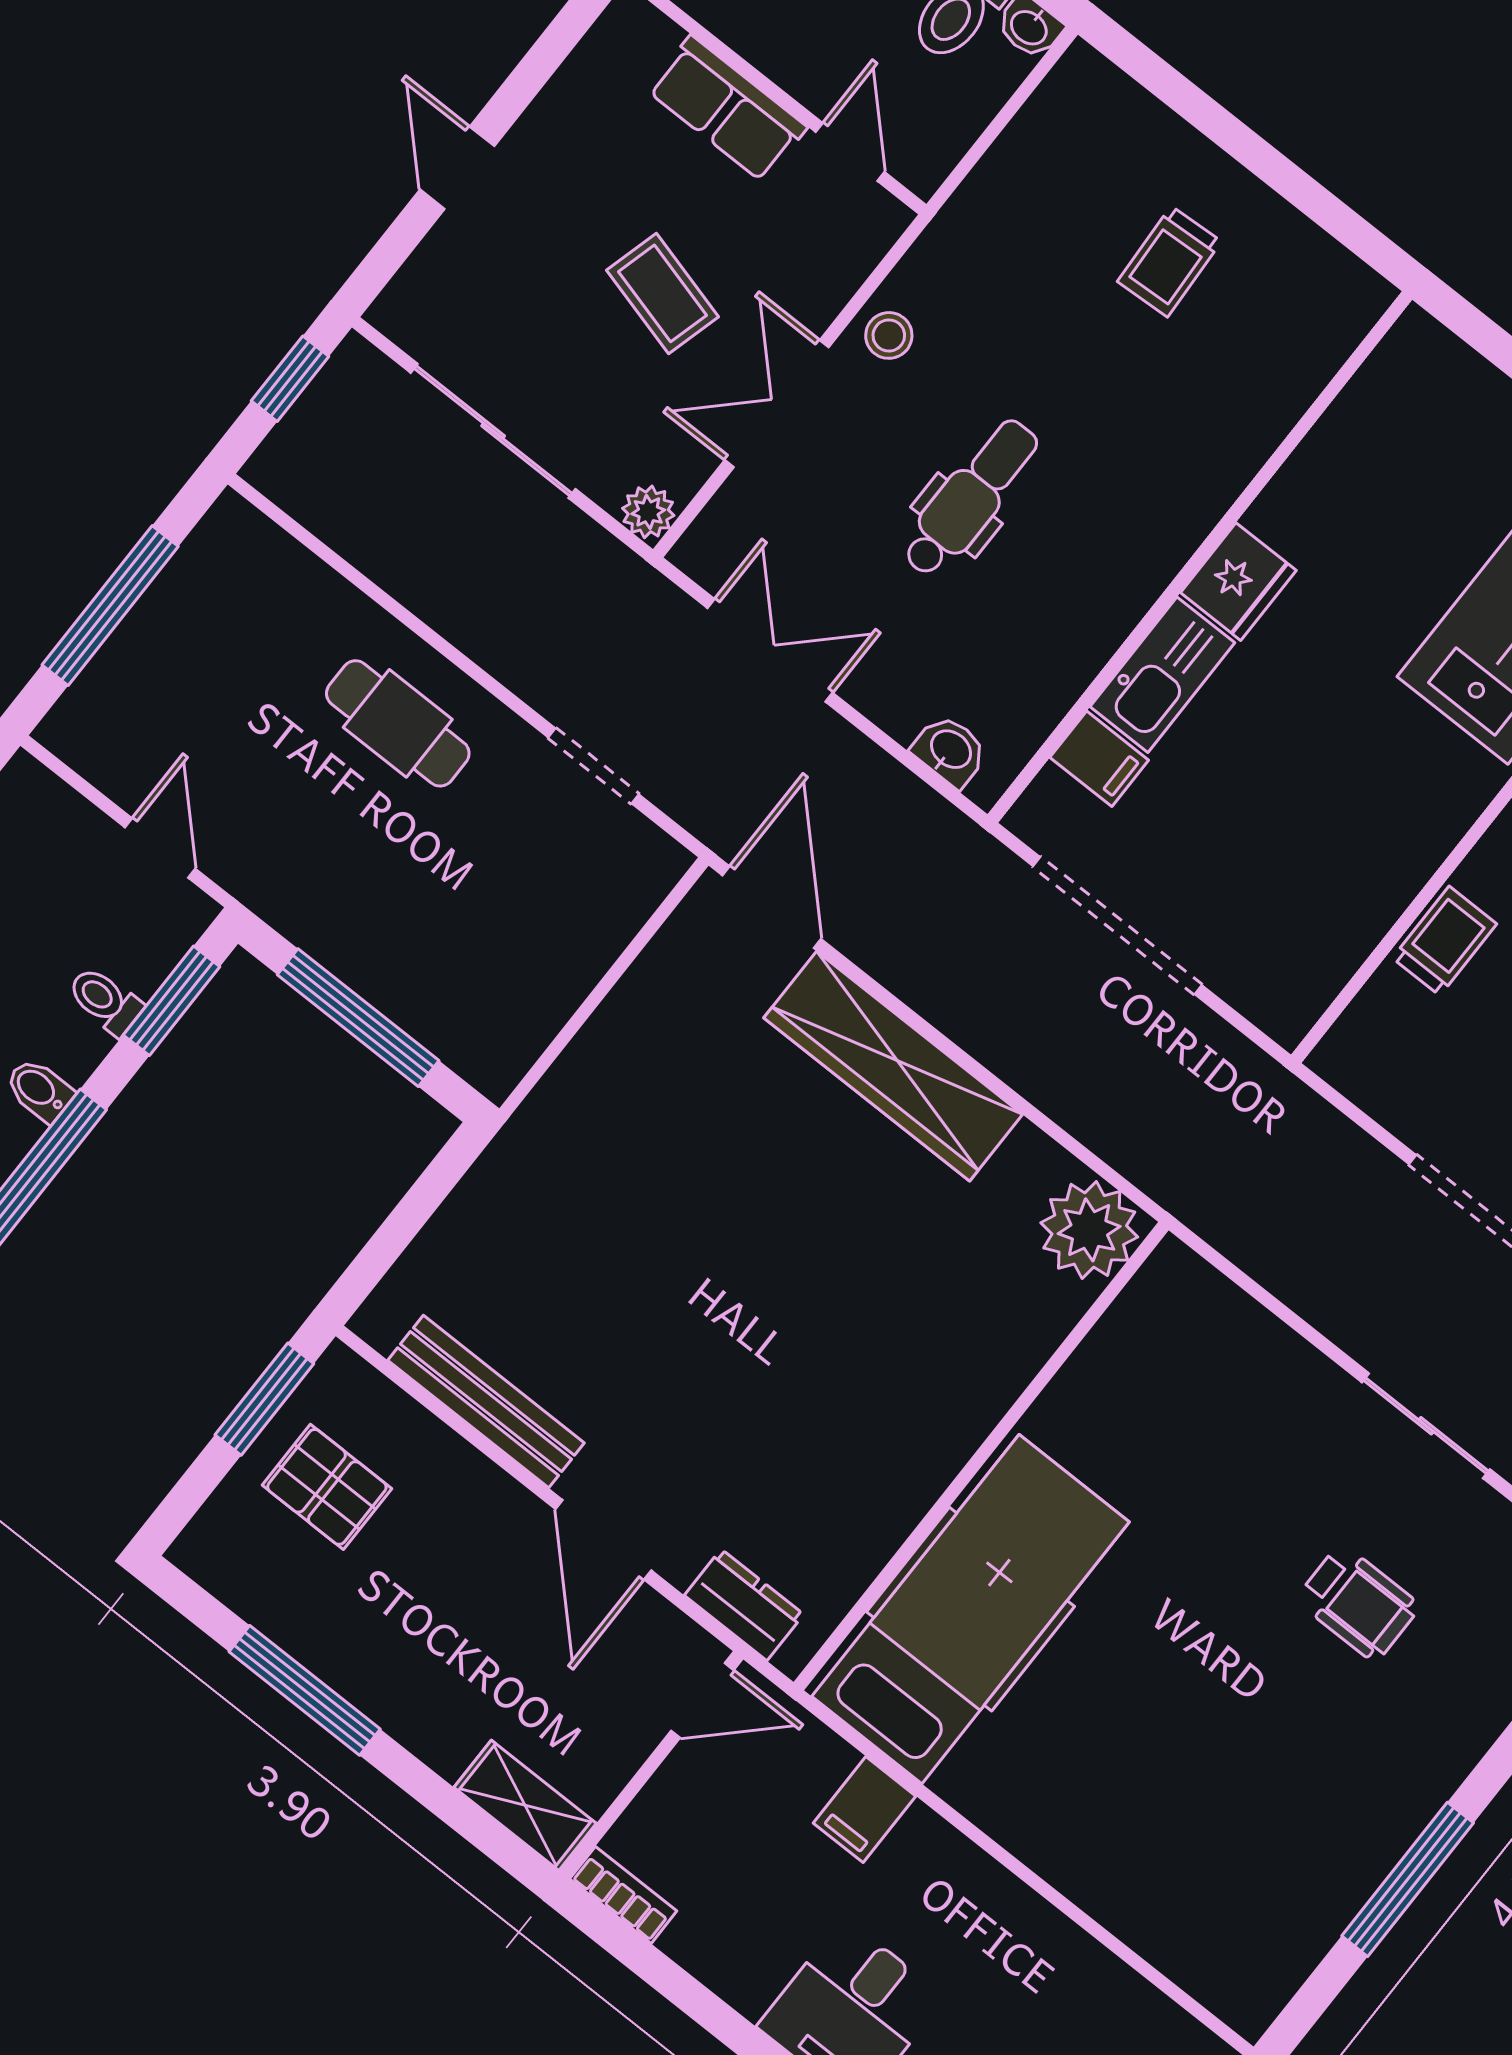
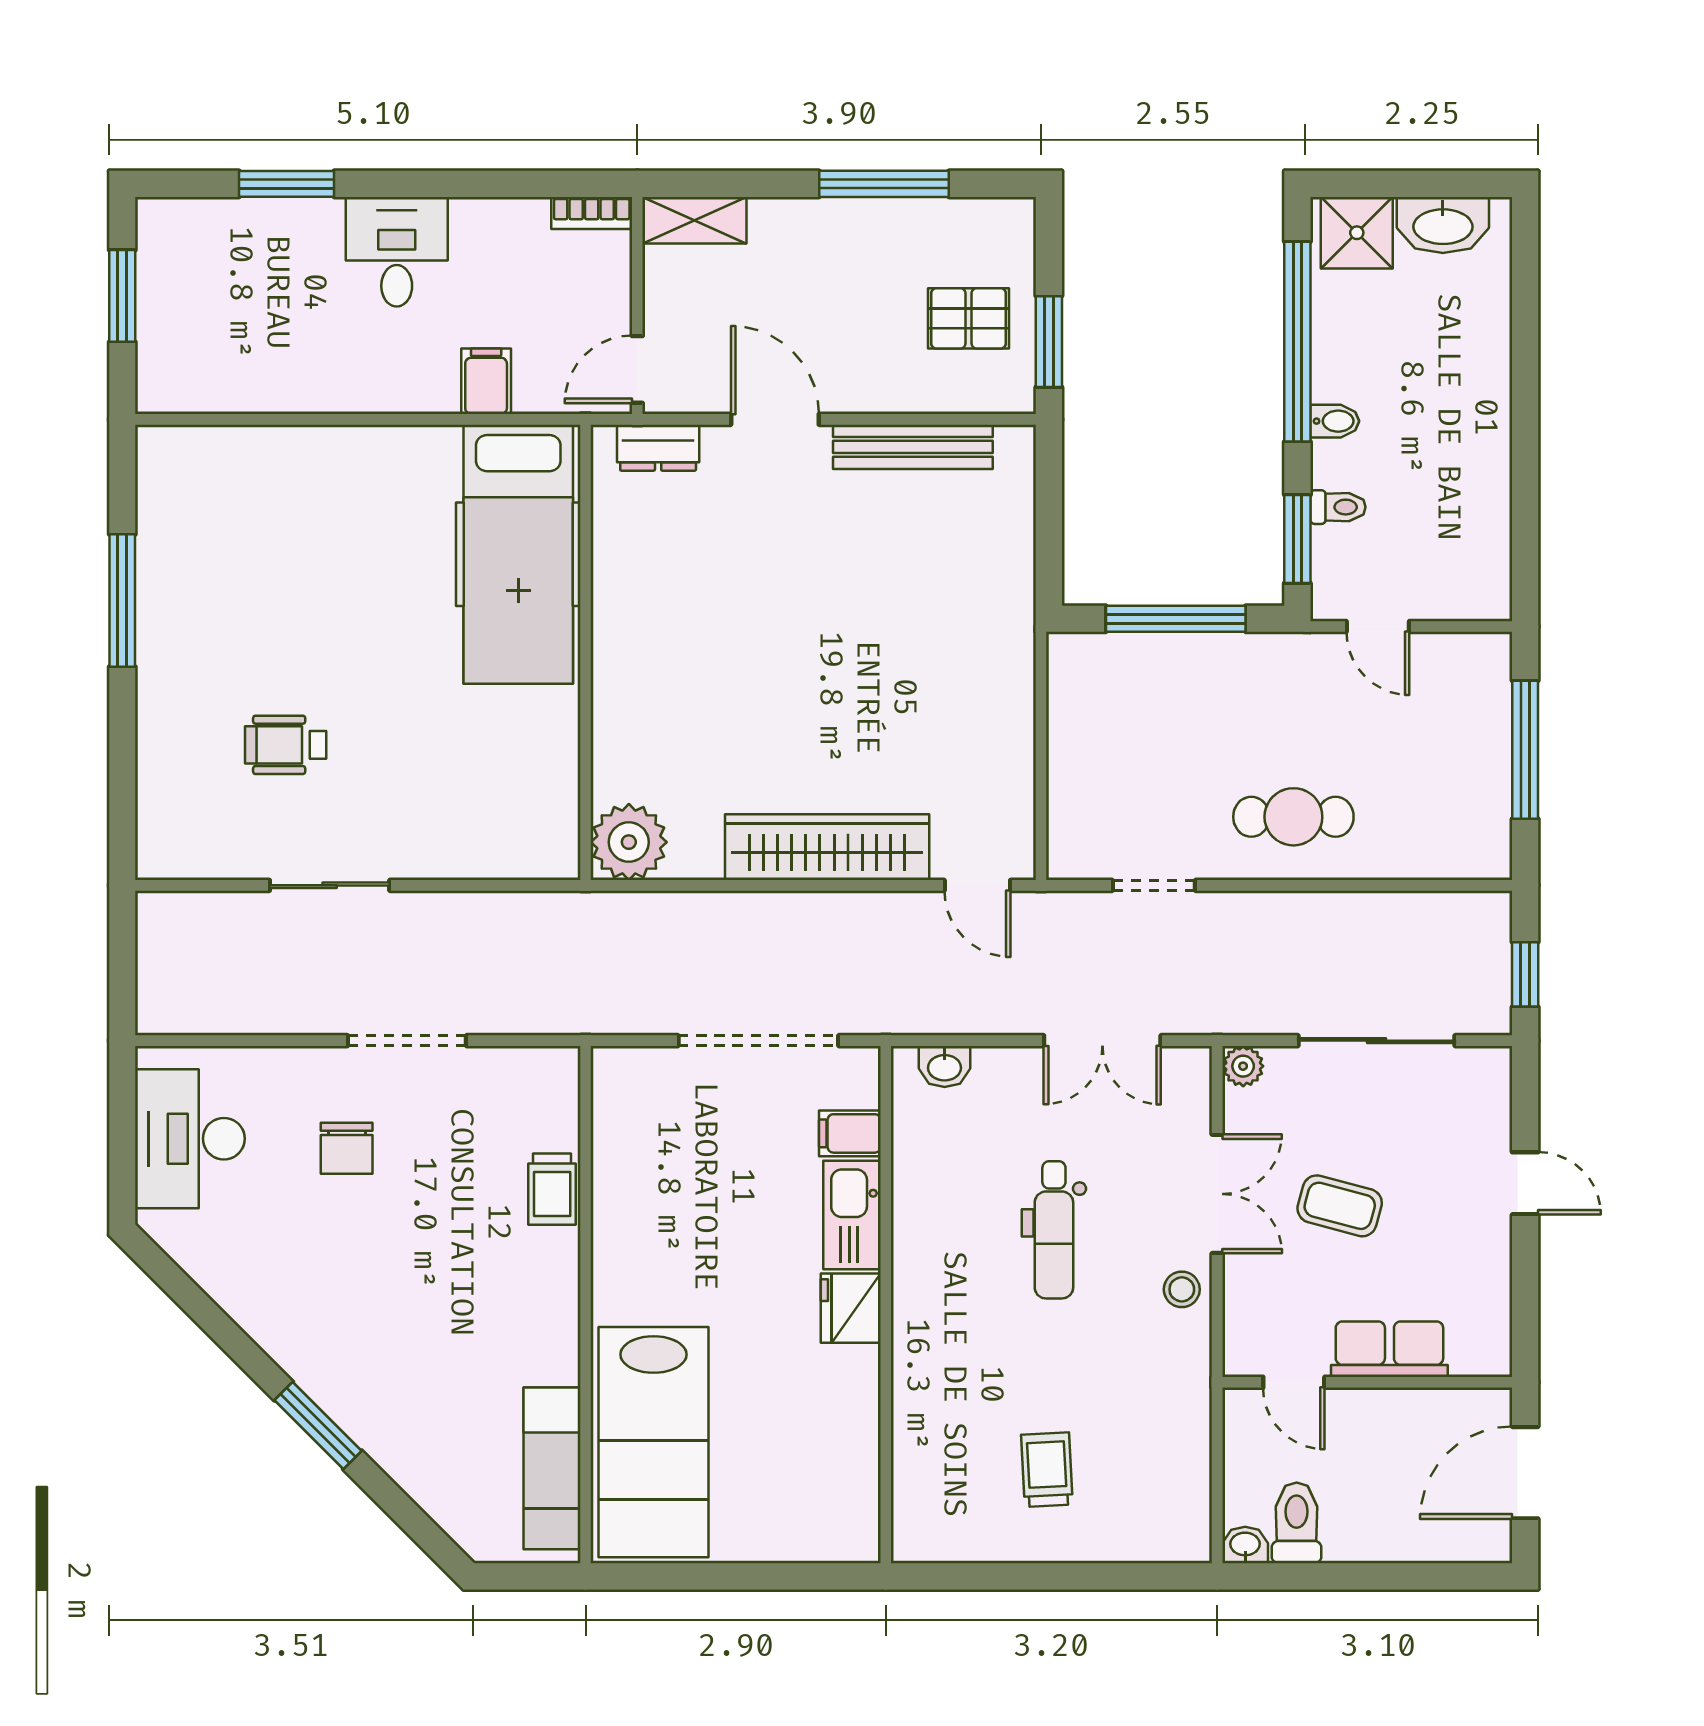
door: (772, 907) -> (977, 885), width x0.73

